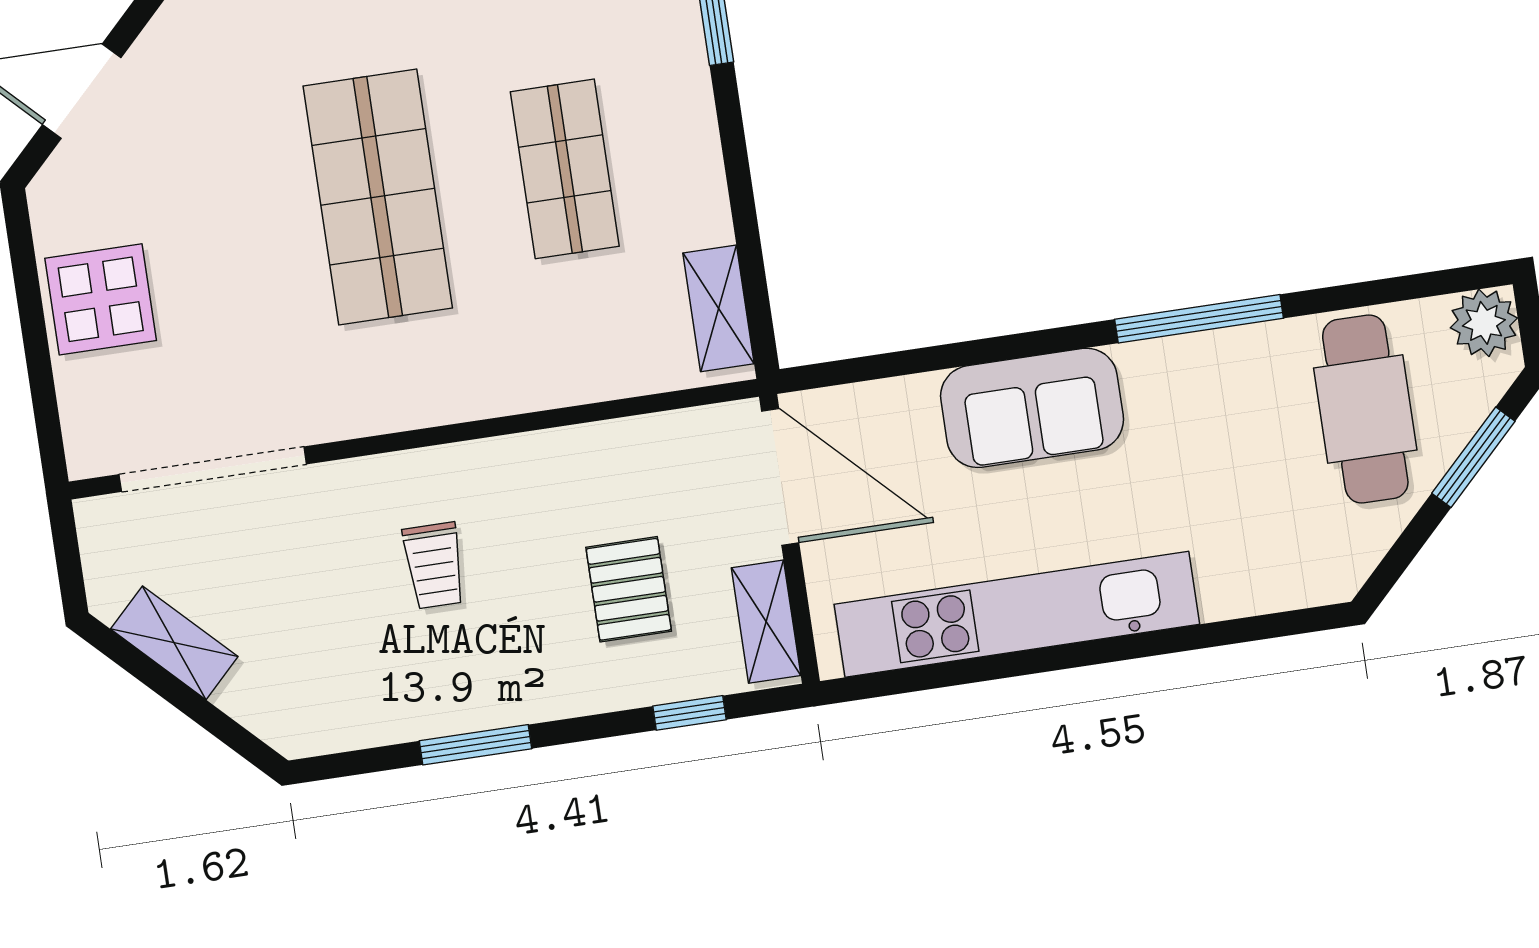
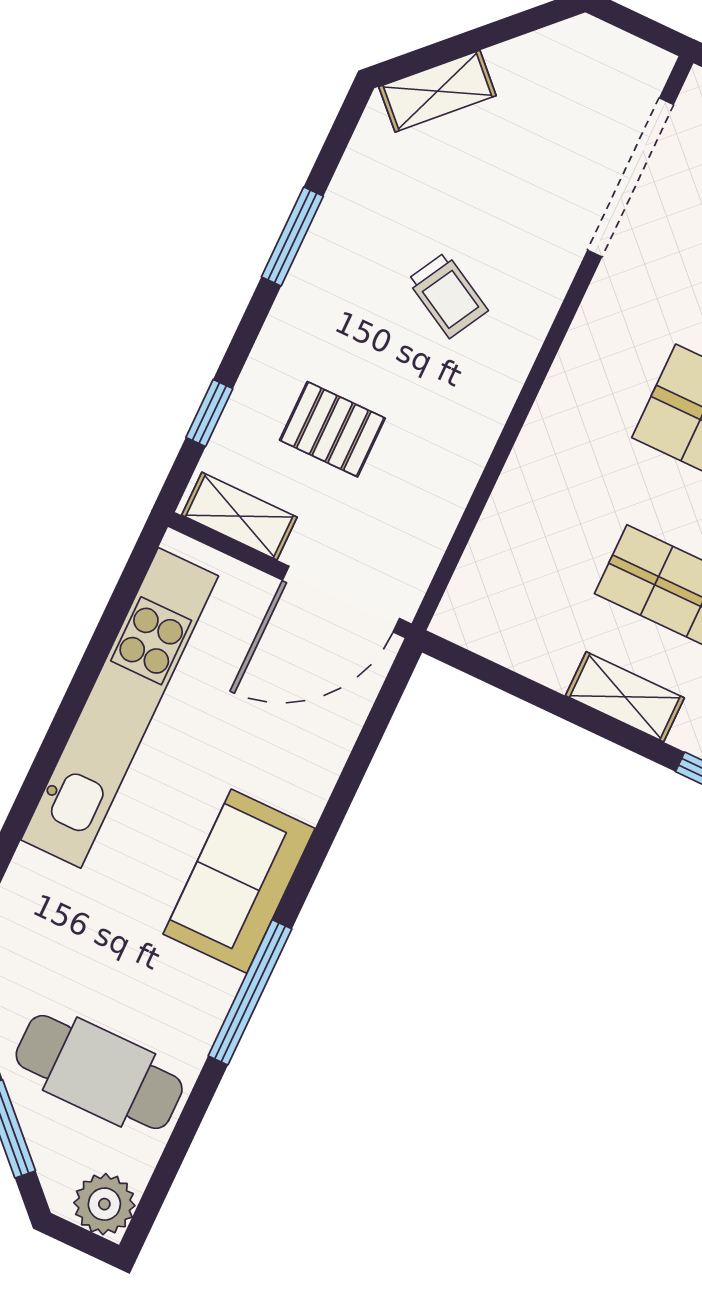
shelving: (719, 308) -> (625, 697), moved
sofa: (1032, 408) -> (239, 881), moved
trolley: (434, 565) -> (448, 295), turned -151
shelving: (174, 643) -> (437, 91), moved

